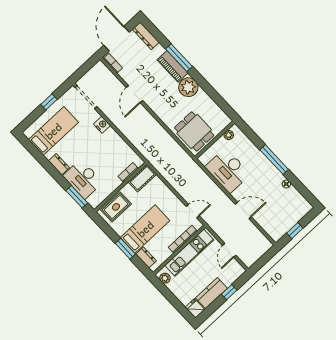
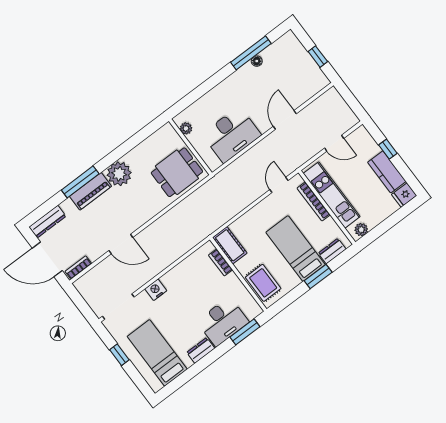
window: (274, 160) -> (251, 53), moved

